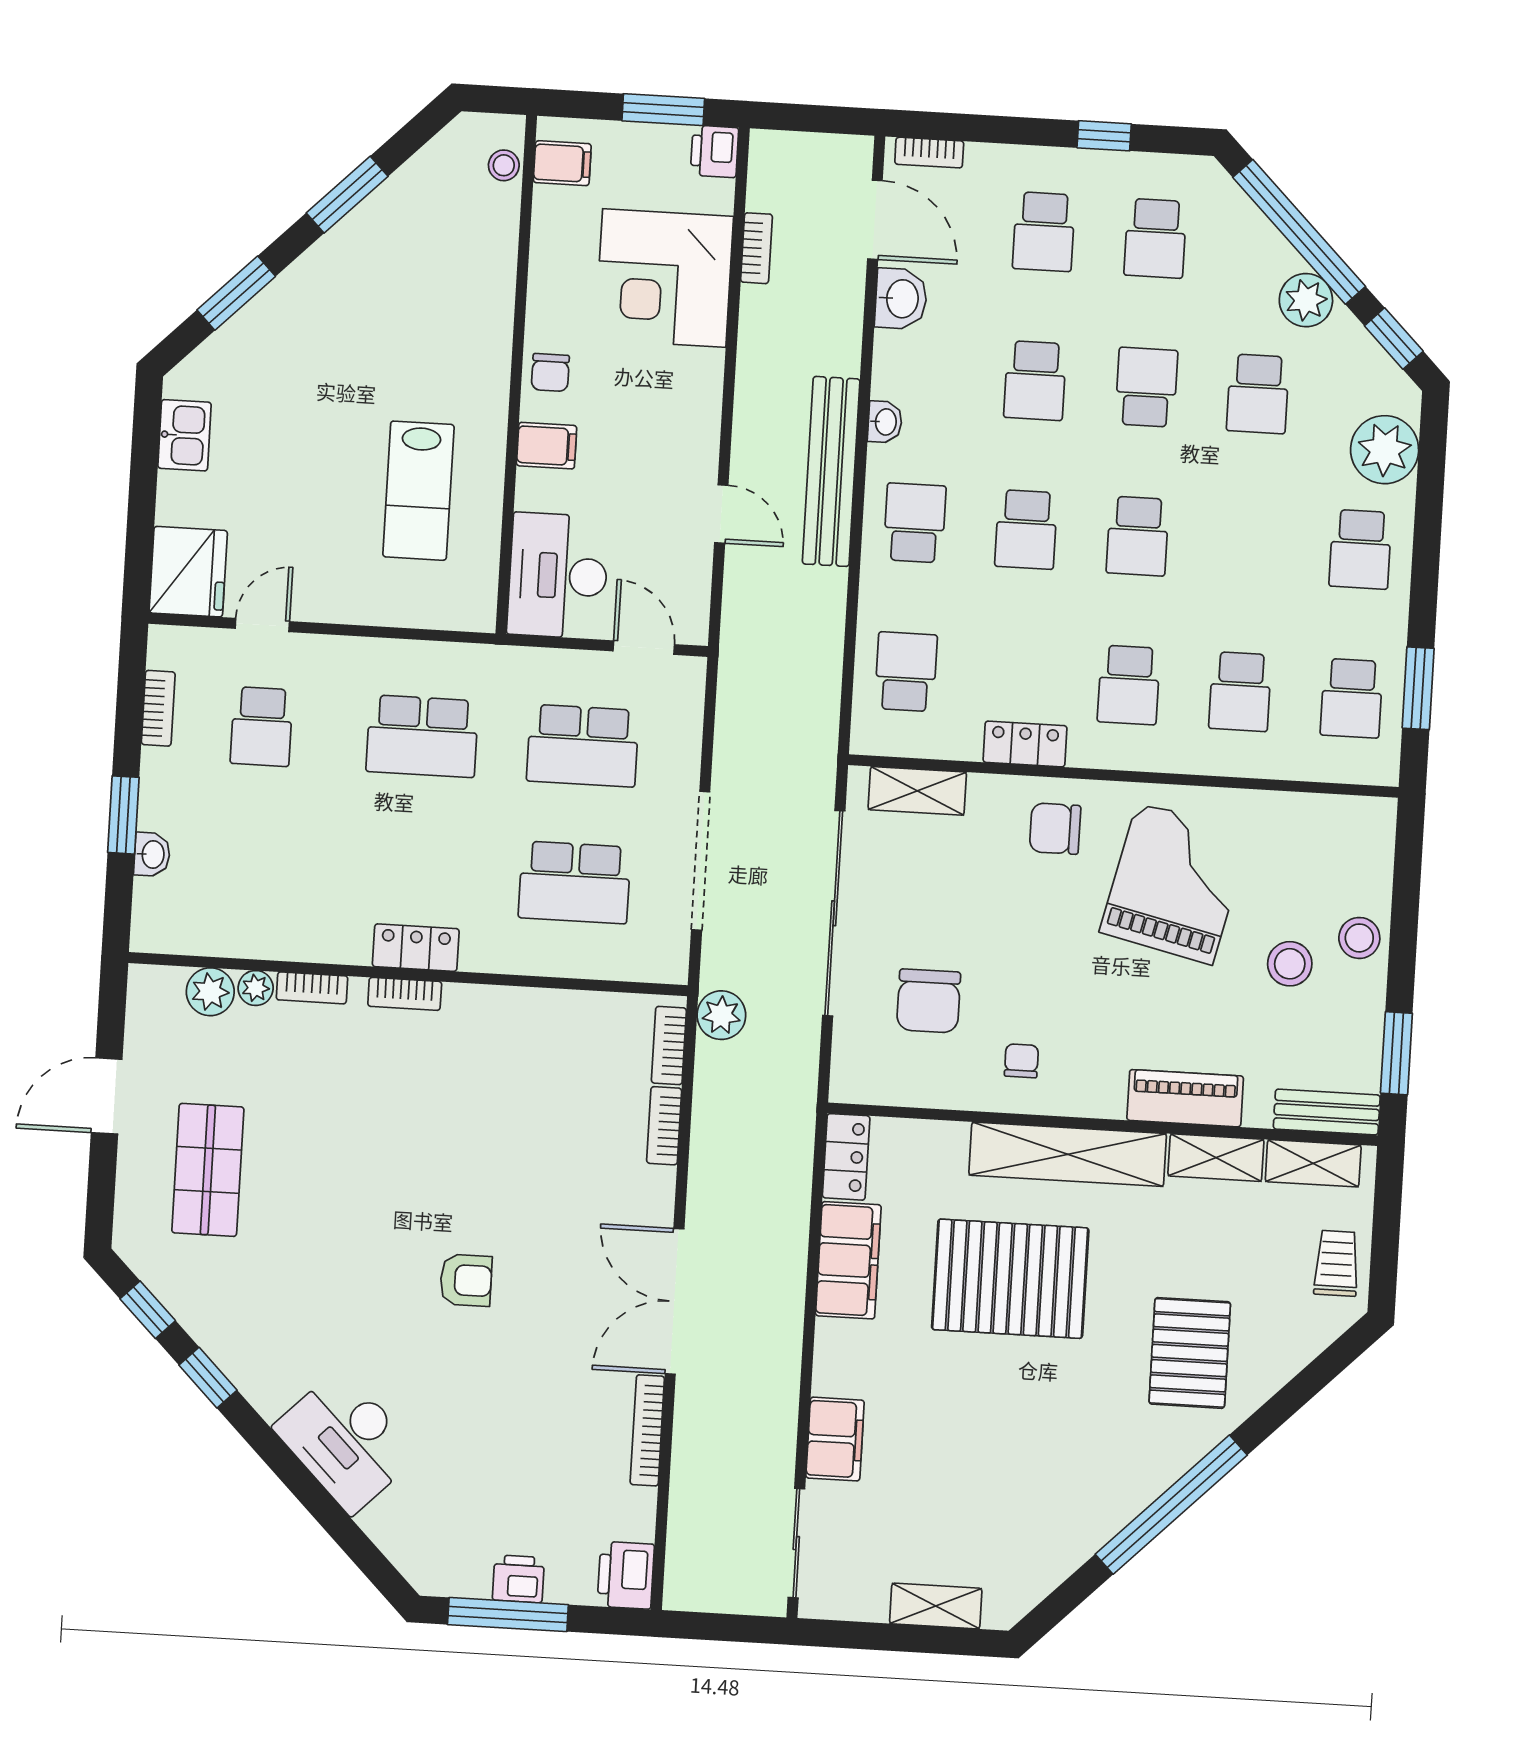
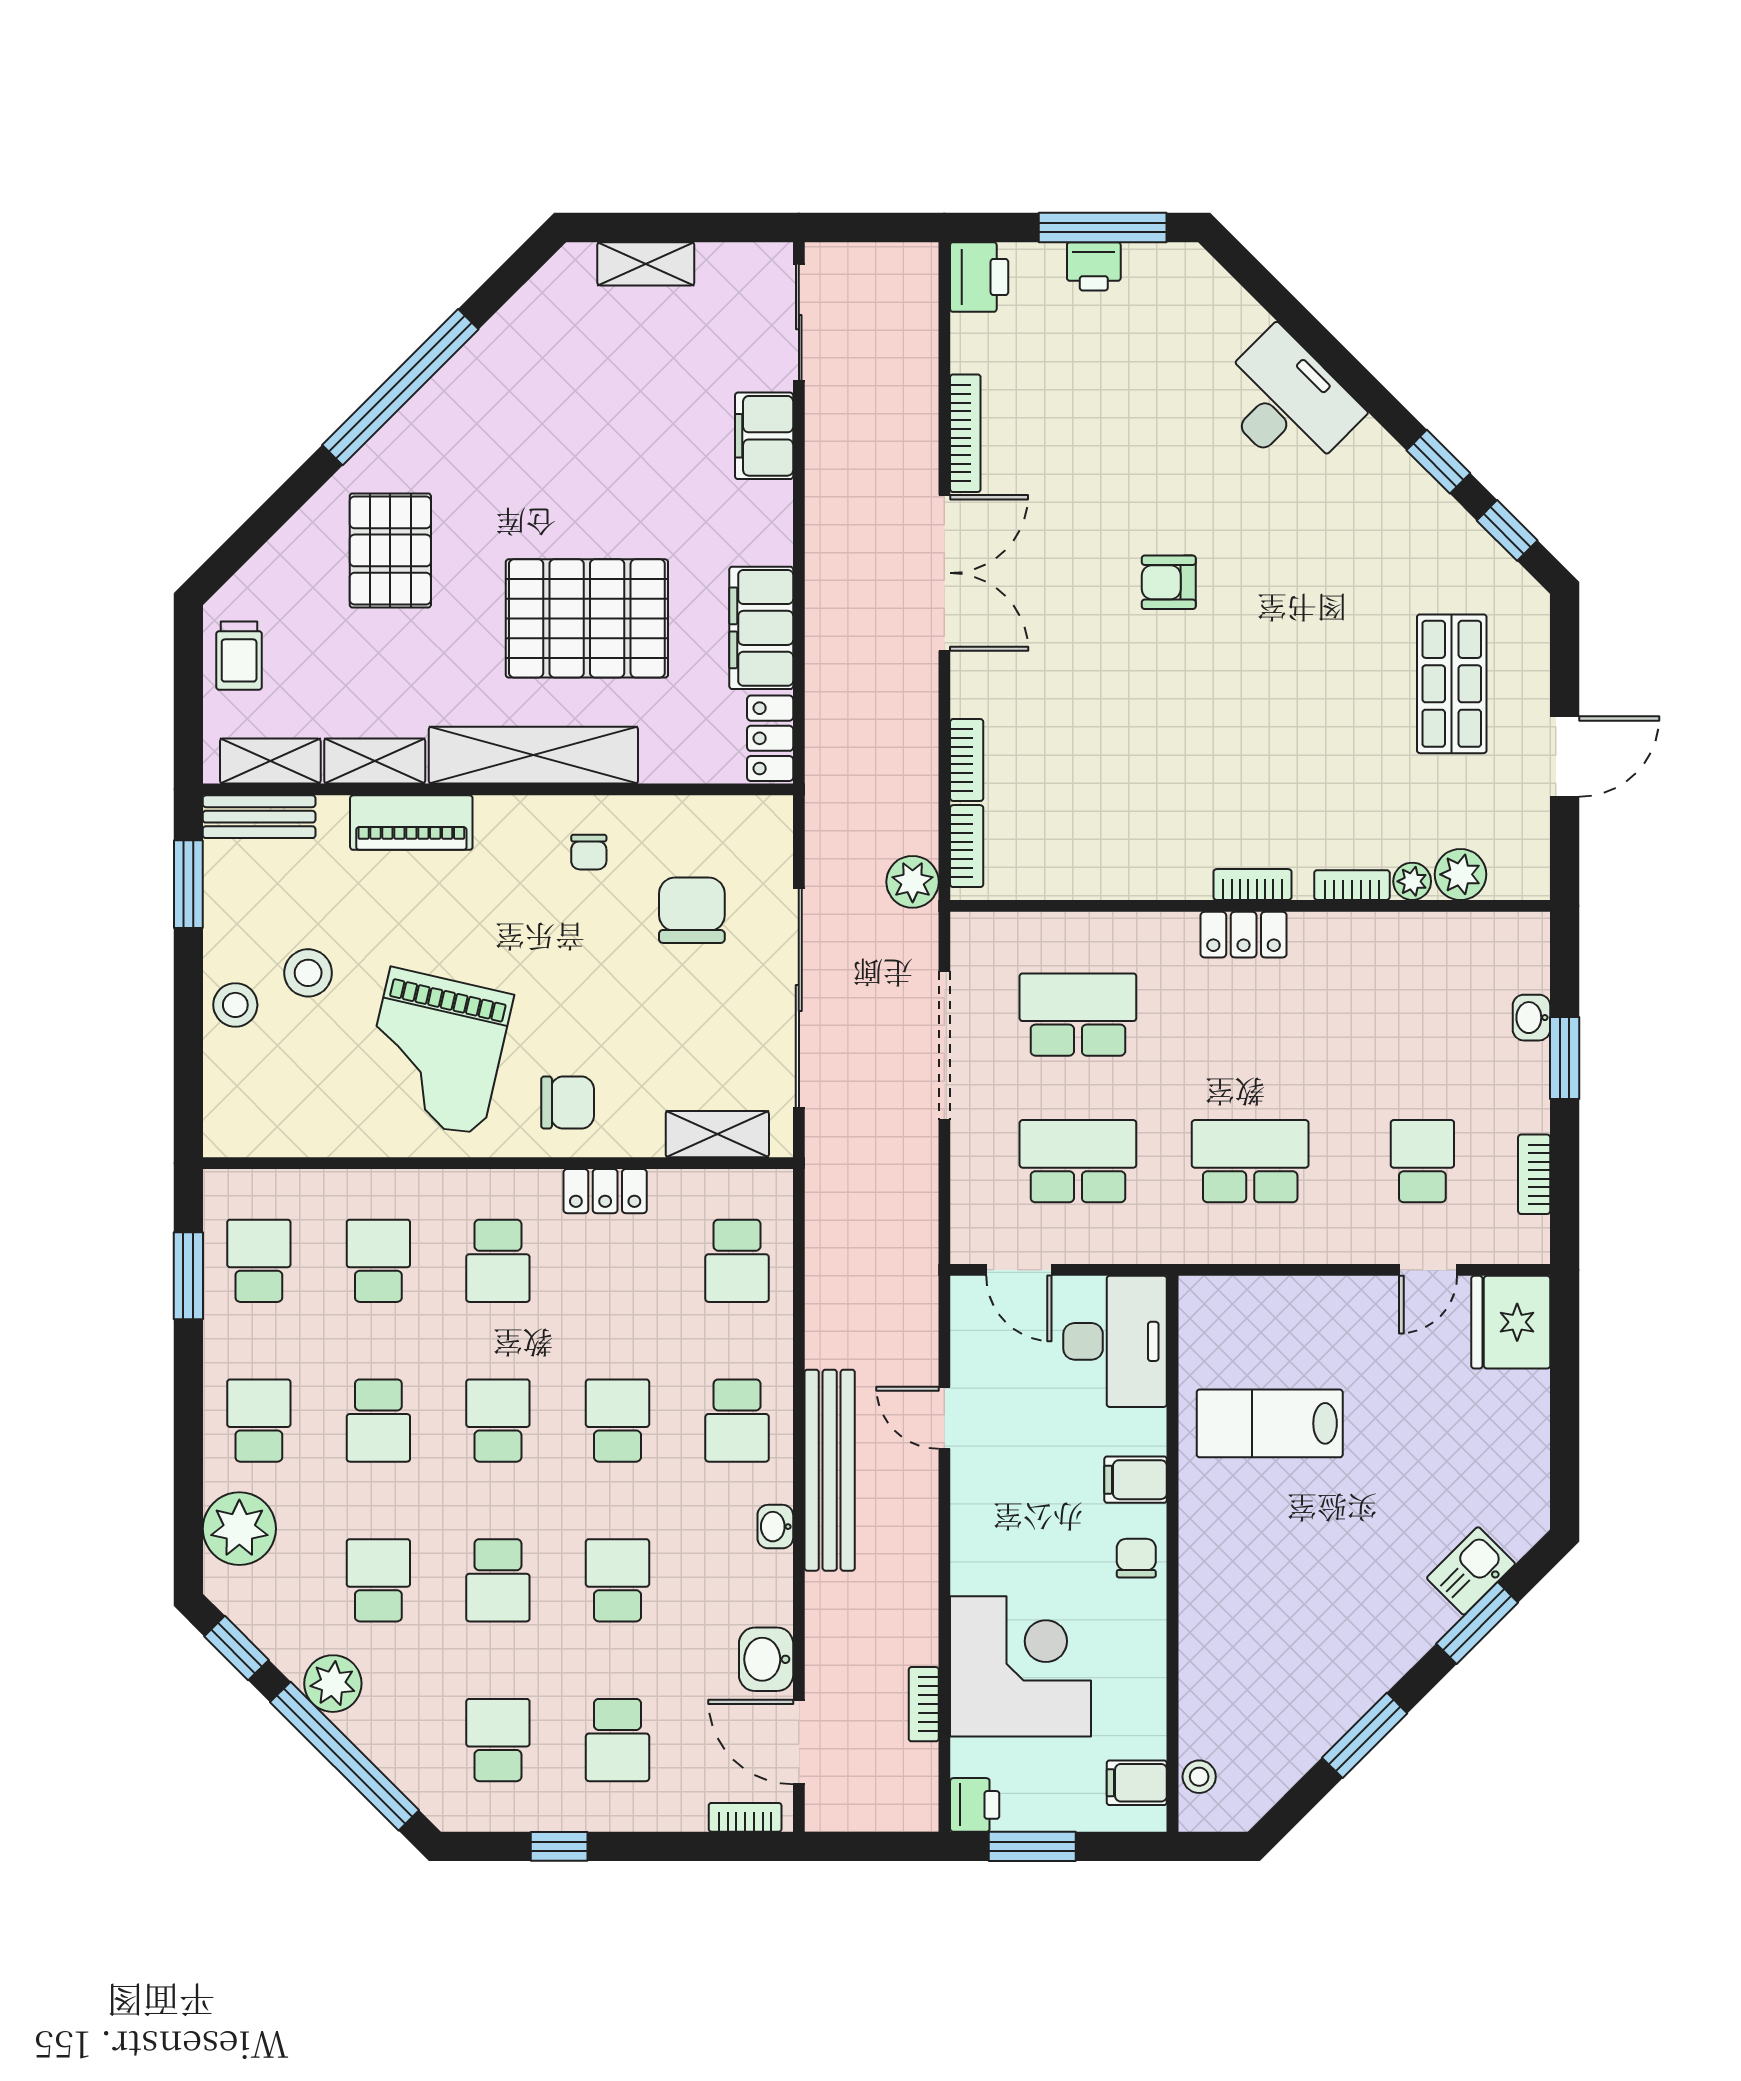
school desk: (1044, 232) -> (617, 1740), turned 180
kitchen sink: (185, 435) -> (1471, 1571), moved, turned 45
lab bench: (418, 491) -> (1270, 1423), turned -90
school desk: (1249, 543) -> (378, 1421), added
school desk: (1129, 685) -> (498, 1261), turned 180

